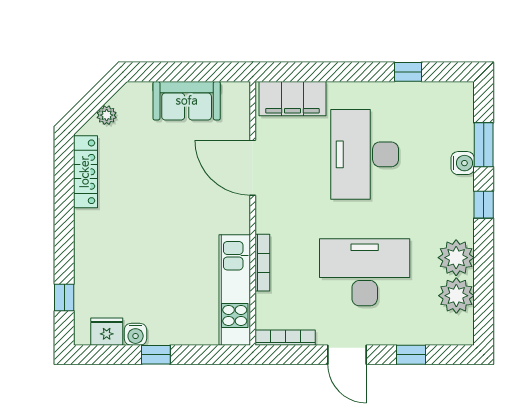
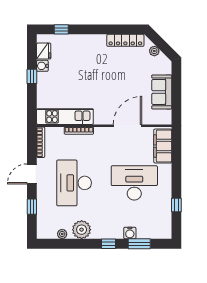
desk: (365, 272) -> (74, 183), turned 180
plant: (456, 296) -> (62, 234), width x0.53, depth x0.53

